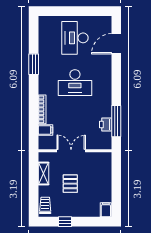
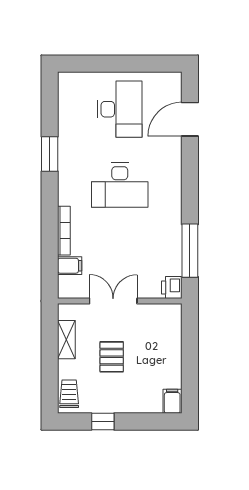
desk: (75, 38) -> (120, 109), turned 180
printer: (106, 124) -> (172, 287), moved

